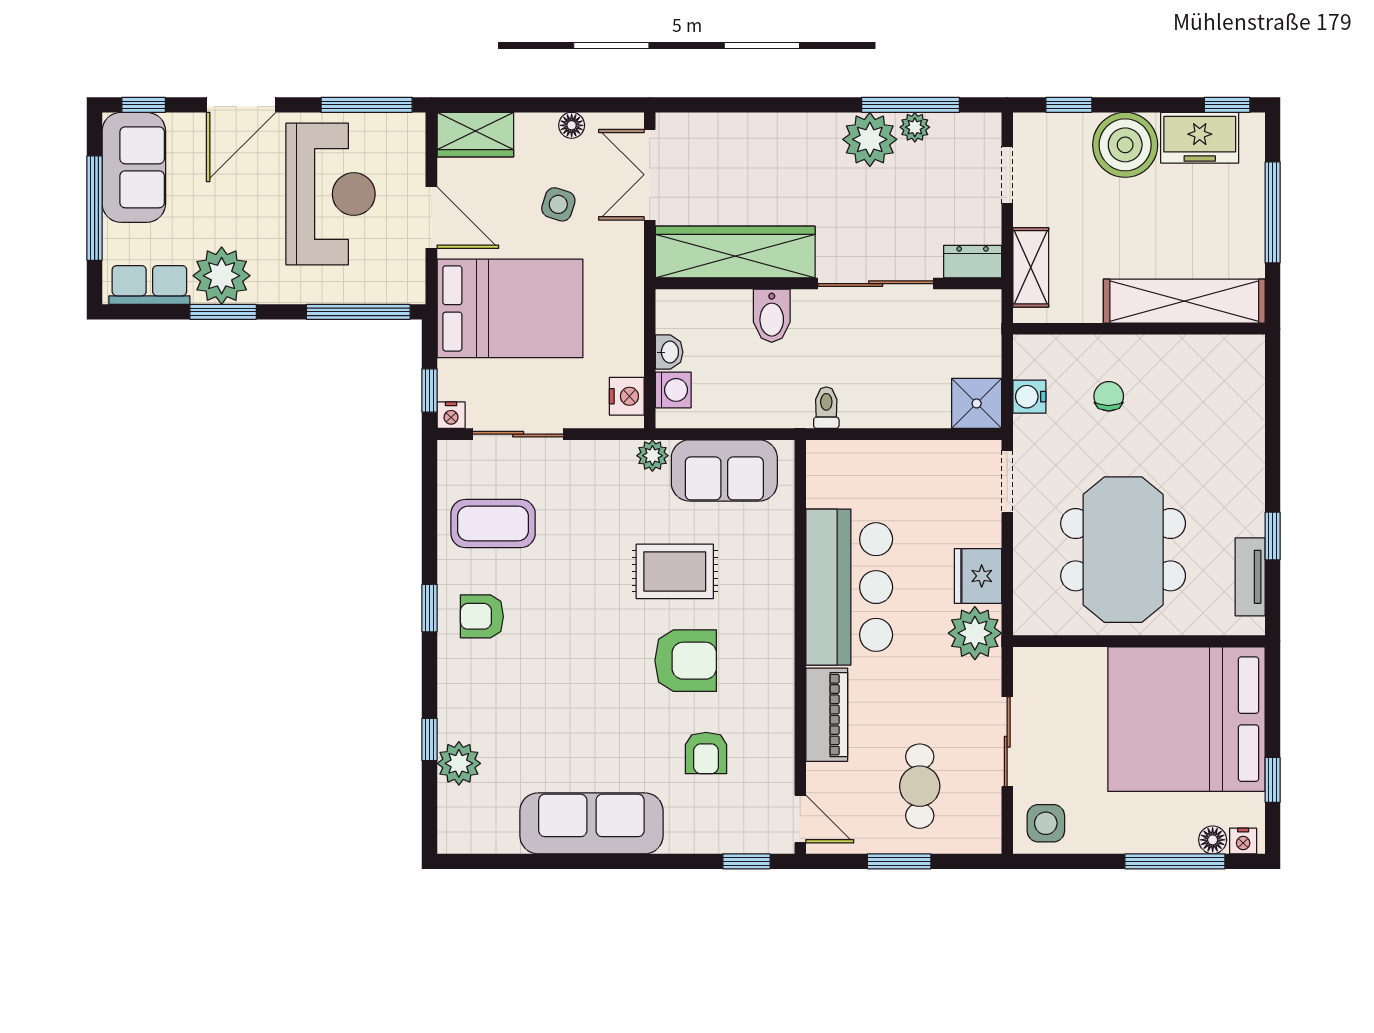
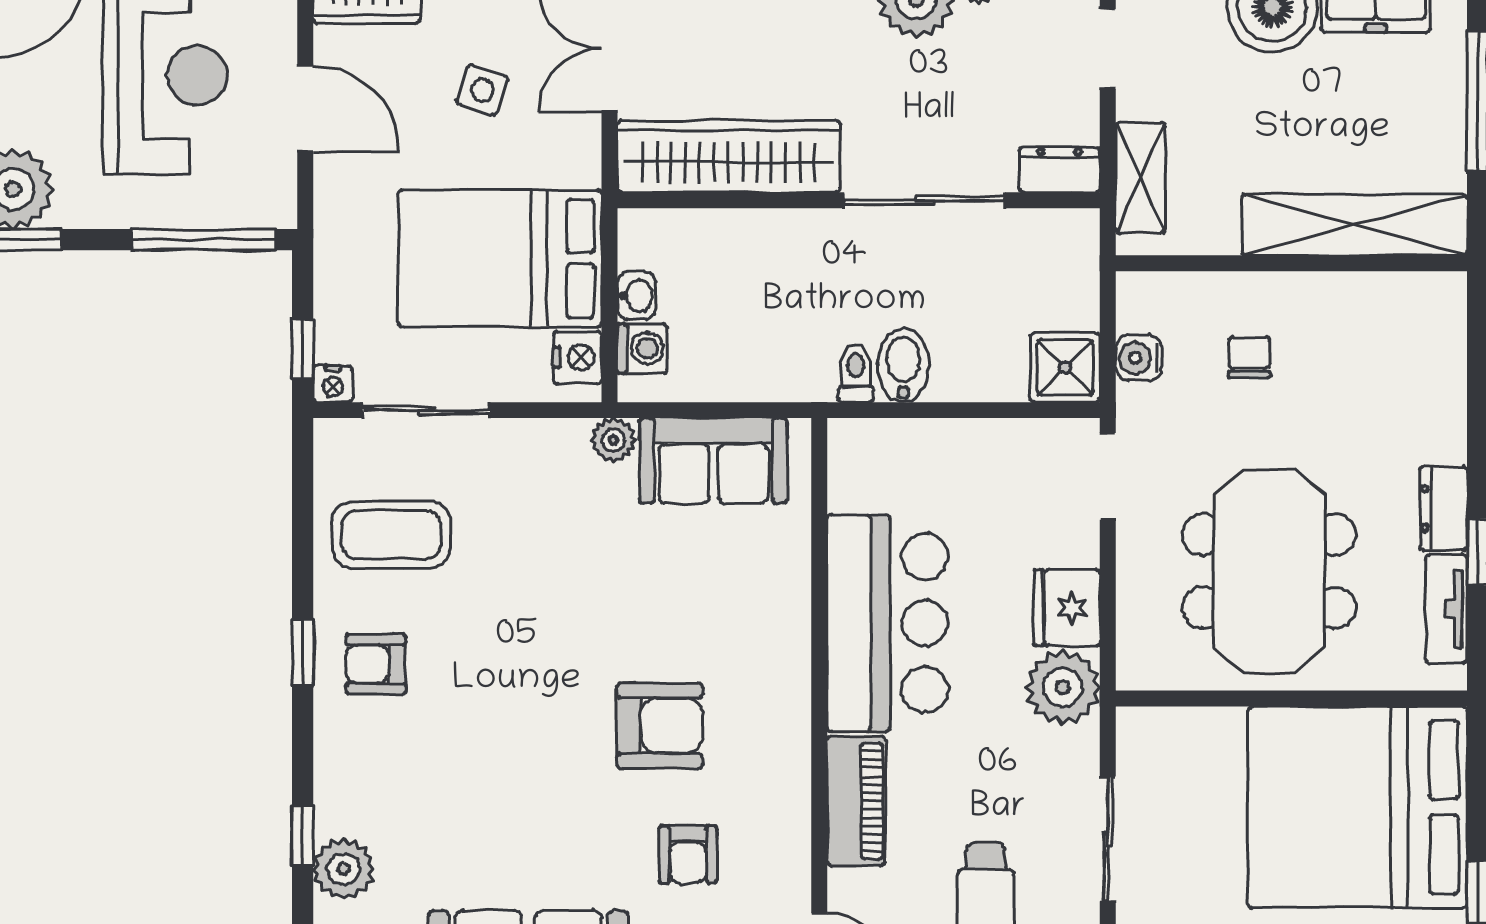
bed: (510, 308) -> (500, 258), moved, turned 180
bidet: (772, 316) -> (903, 365), moved, turned 180
dresser: (1248, 505) -> (1443, 508), added
rug: (675, 571) -> (644, 601), removed

